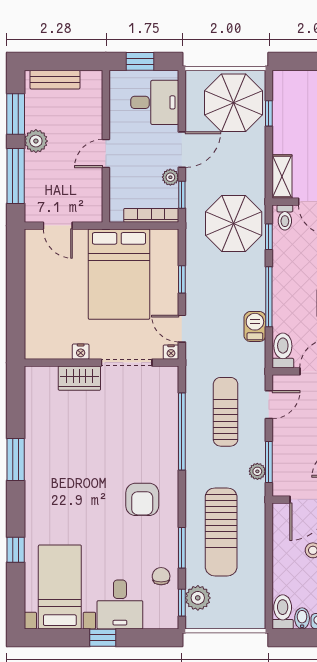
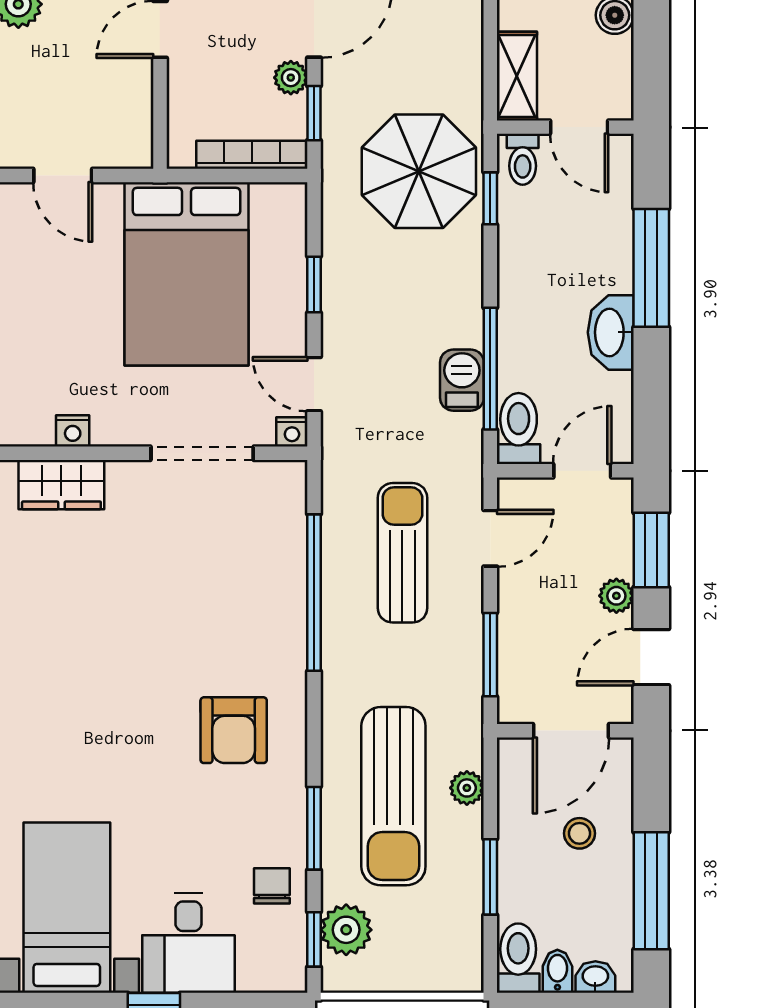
window: (269, 297) -> (490, 369), moved
nightstand: (81, 352) -> (73, 431), moved
wardrobe: (79, 378) -> (61, 485), moved
plant: (257, 471) -> (467, 788), moved
window: (269, 572) -> (490, 877), added

